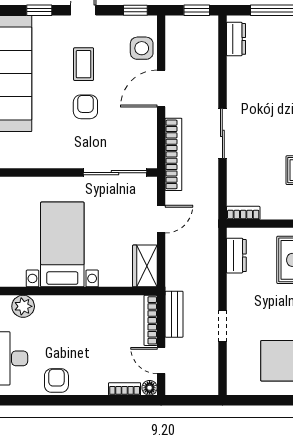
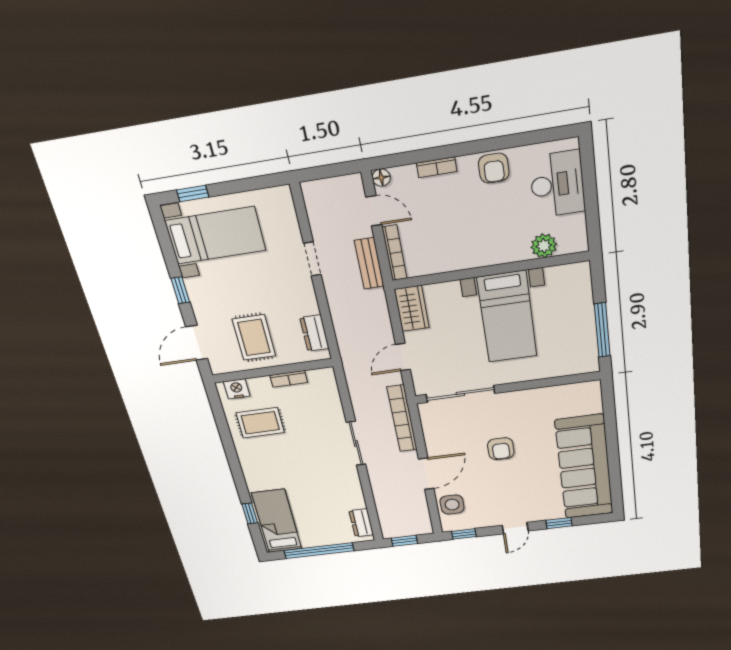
coffee table: (84, 64) -> (508, 485), removed
bookcase: (243, 213) -> (289, 379), moved
bookcase: (125, 389) -> (437, 167), moved

